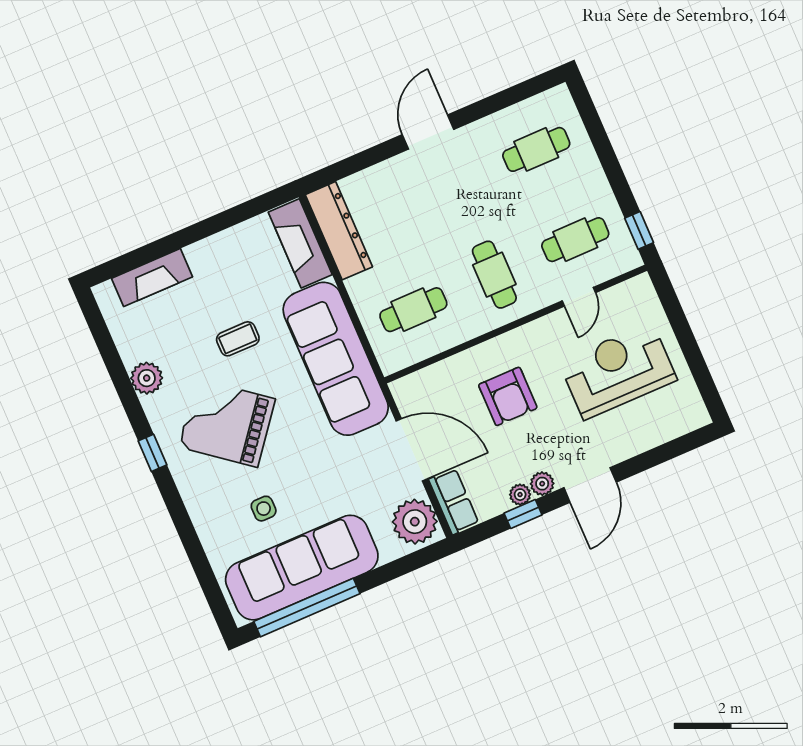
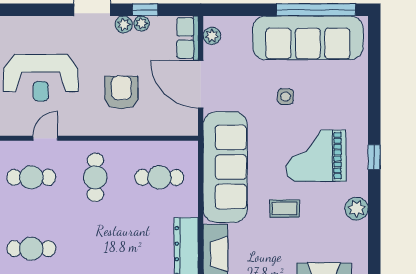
grand piano: (227, 423) -> (316, 156), turned 142
side table: (264, 509) -> (285, 97), moved
plant: (415, 522) -> (212, 36), width x0.53, depth x0.53

